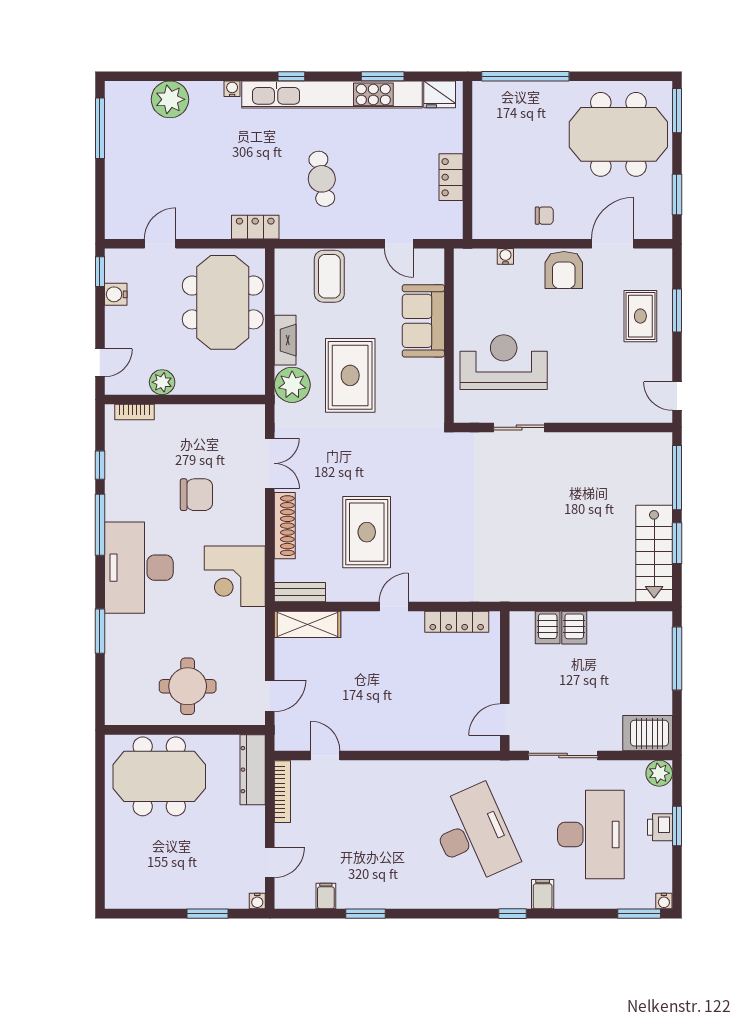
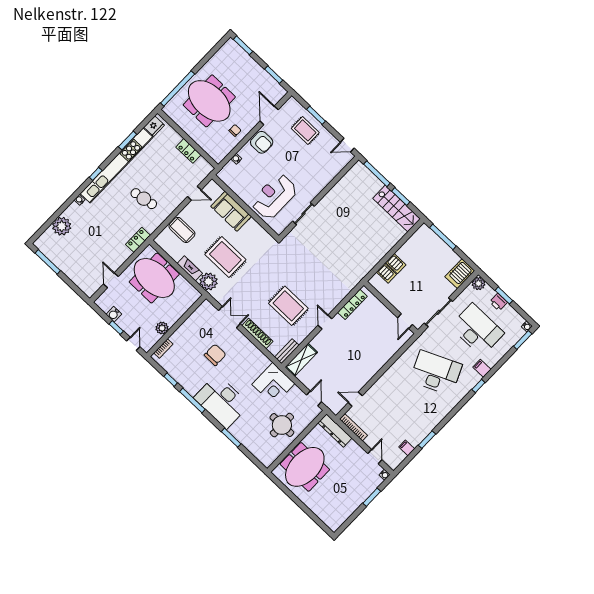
meeting table: (618, 134) -> (209, 101), moved, turned 90
window: (100, 272) -> (116, 328), moved
corner desk: (235, 576) -> (273, 384), moved

